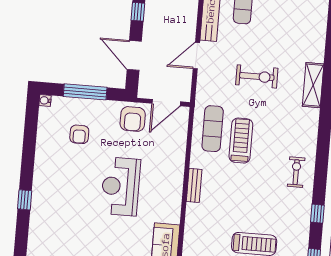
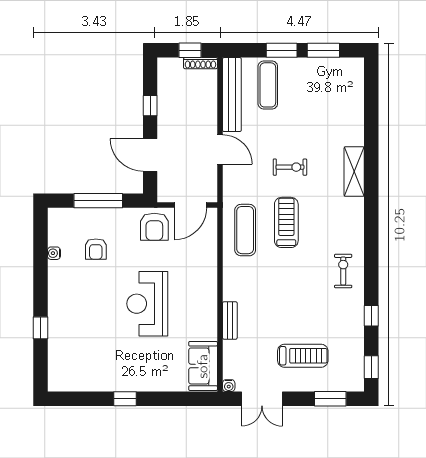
door: (196, 56) -> (220, 149), swing flipped
exercise bike: (257, 76) -> (290, 167), width x0.73, depth x0.72
water cooler: (45, 100) -> (54, 253), moved
treadmill: (241, 141) -> (286, 222), moved
bench: (194, 185) -> (230, 320), moved

